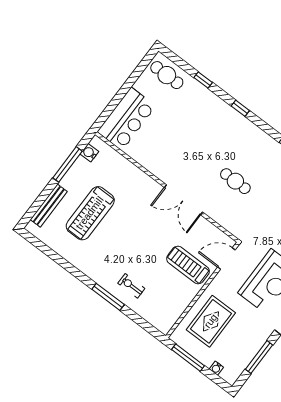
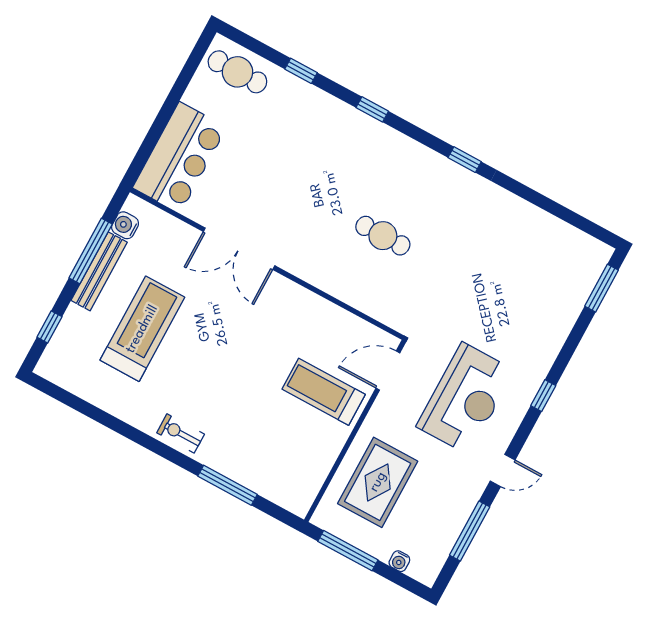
double door: (184, 200) -> (239, 249), moved
window: (37, 204) -> (49, 327), added
bench: (49, 206) -> (99, 271), moved
treadmill: (90, 213) -> (142, 329), turned 180
exercise bike: (131, 286) -> (181, 433), moved
window: (108, 297) -> (227, 485), moved

